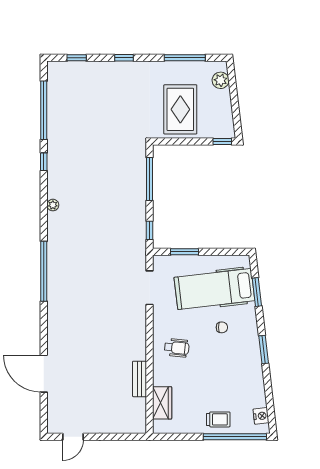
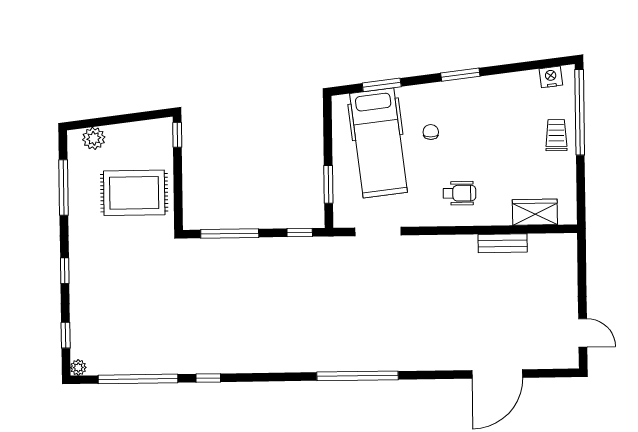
plant: (53, 205) -> (78, 368), moved
wheelchair: (177, 348) -> (459, 193), turned 84

